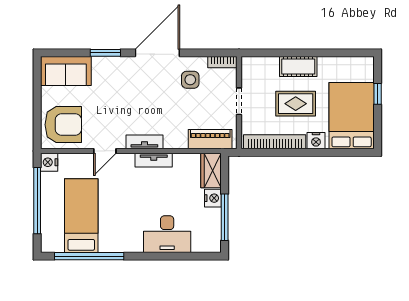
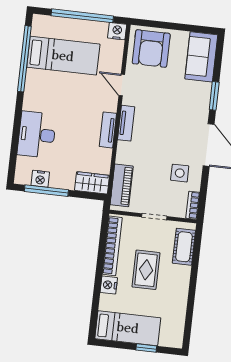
cot: (298, 67) -> (184, 247), moved
bed: (352, 116) -> (128, 328), width x0.67
nightstand: (213, 198) -> (40, 179), moved

